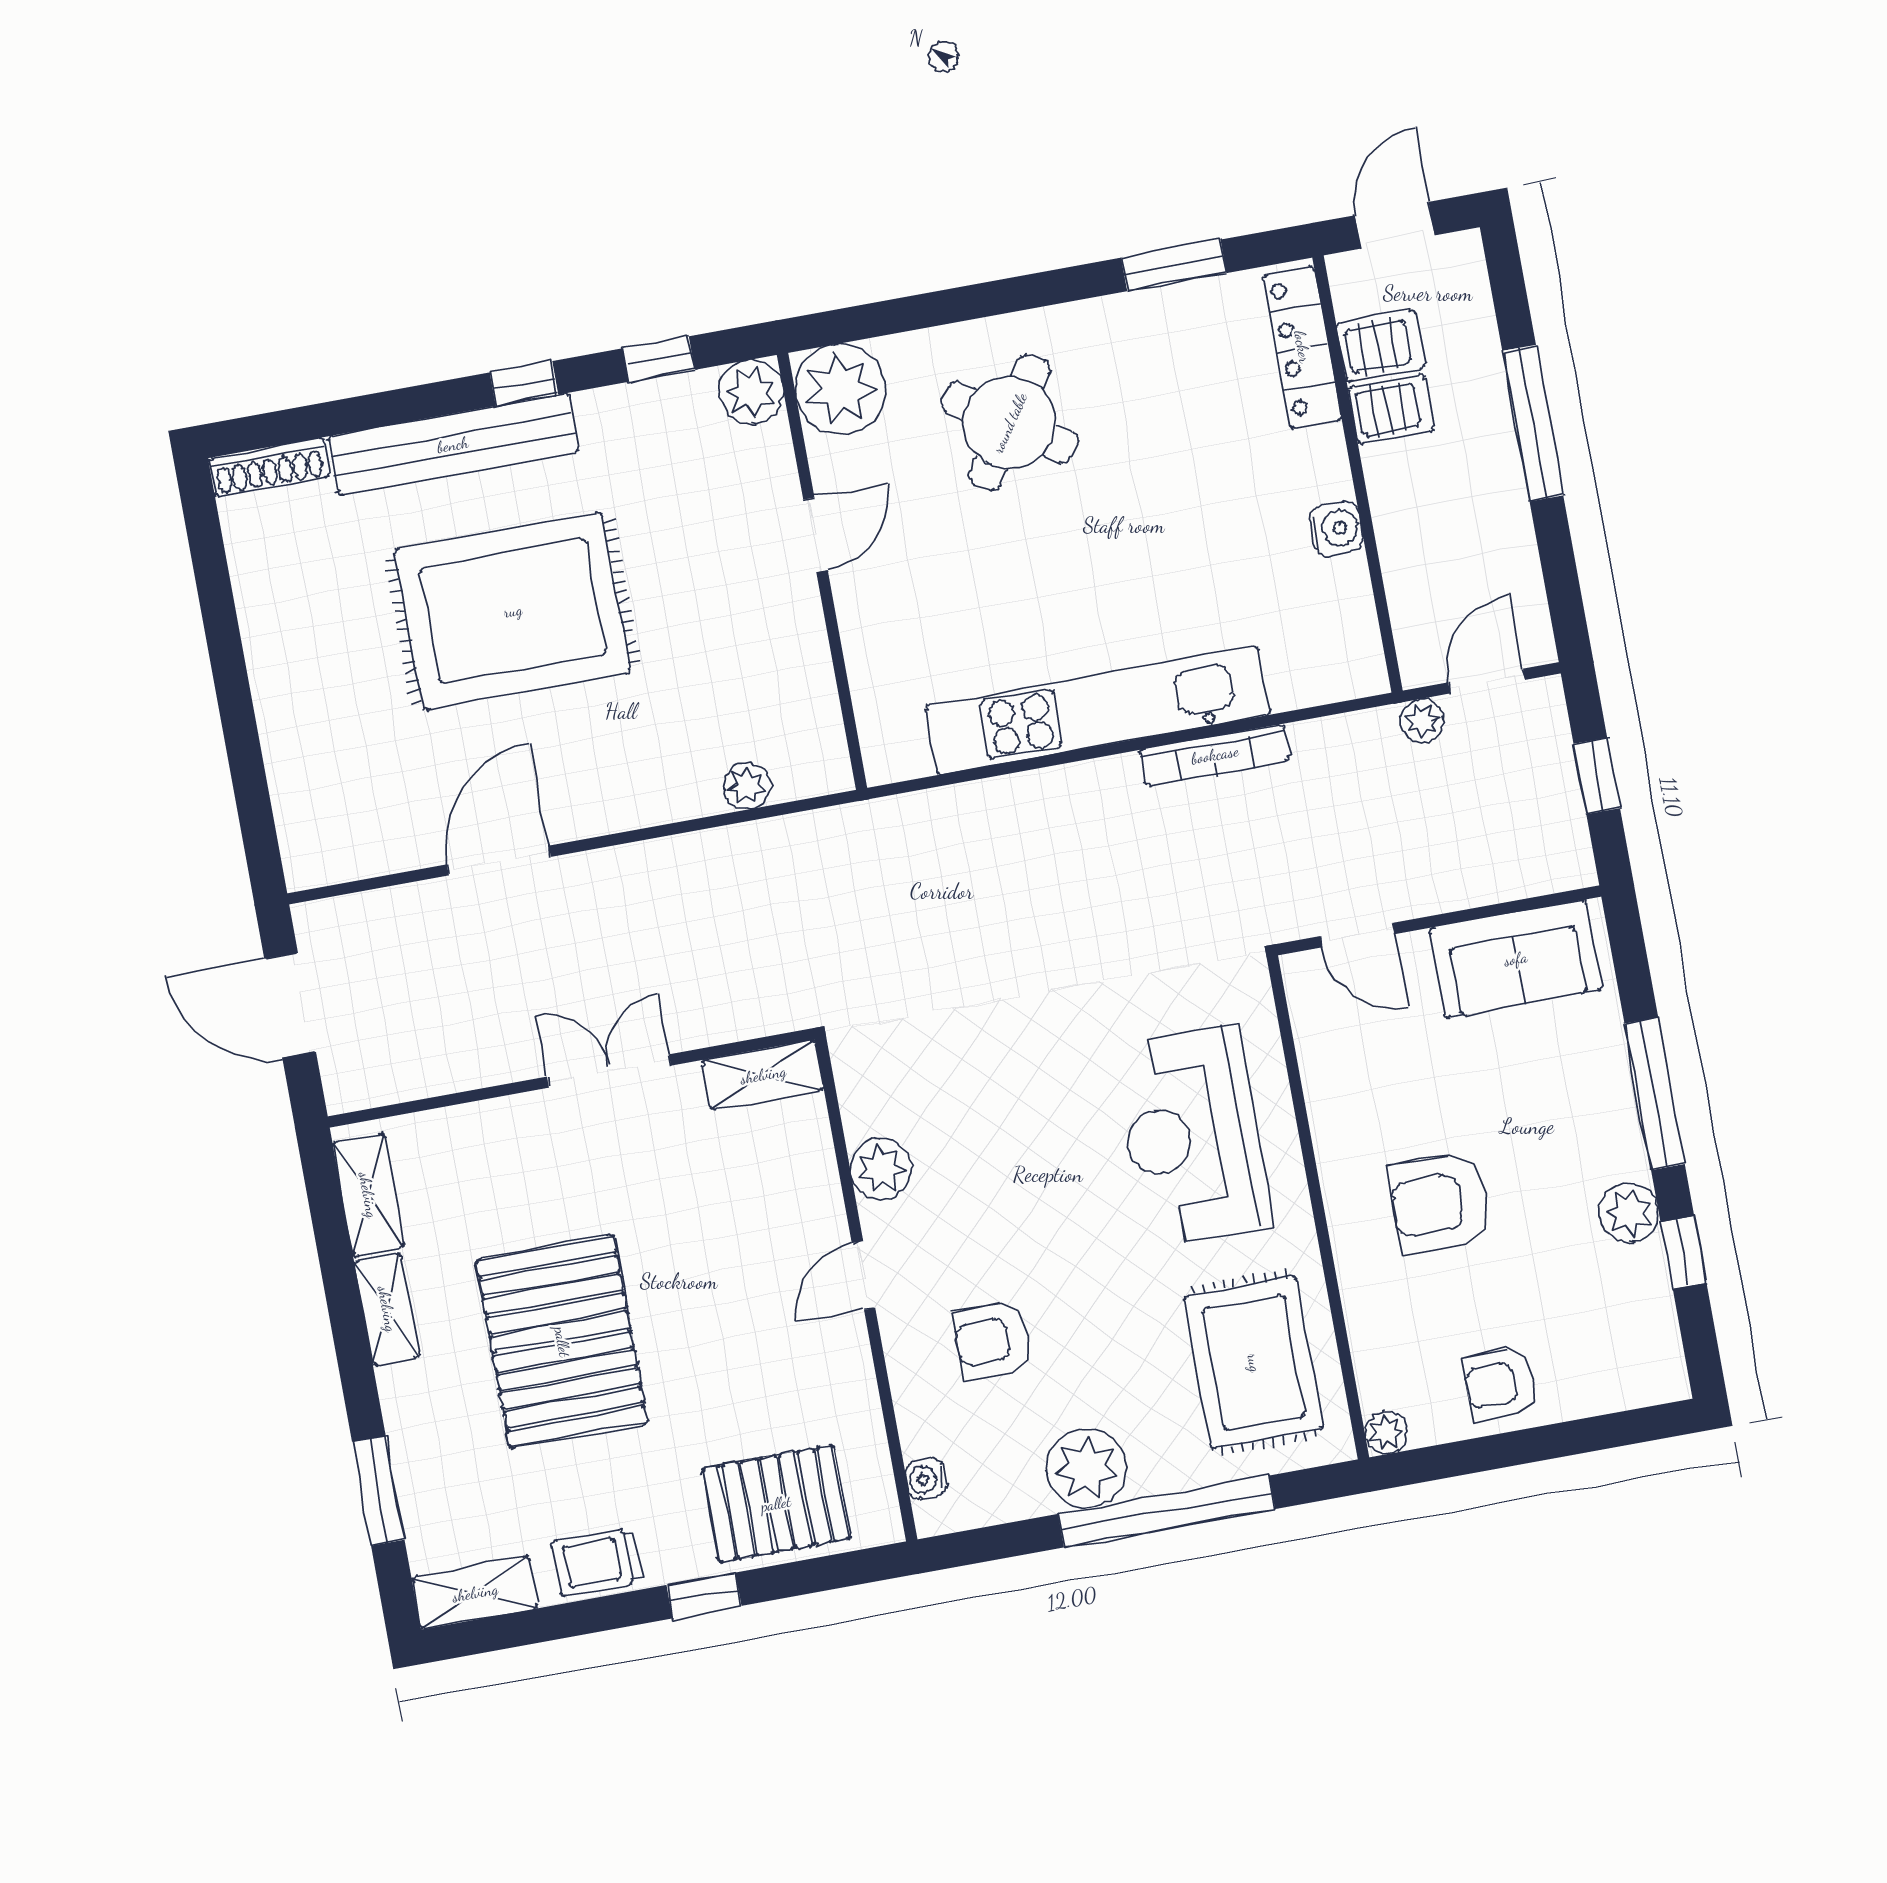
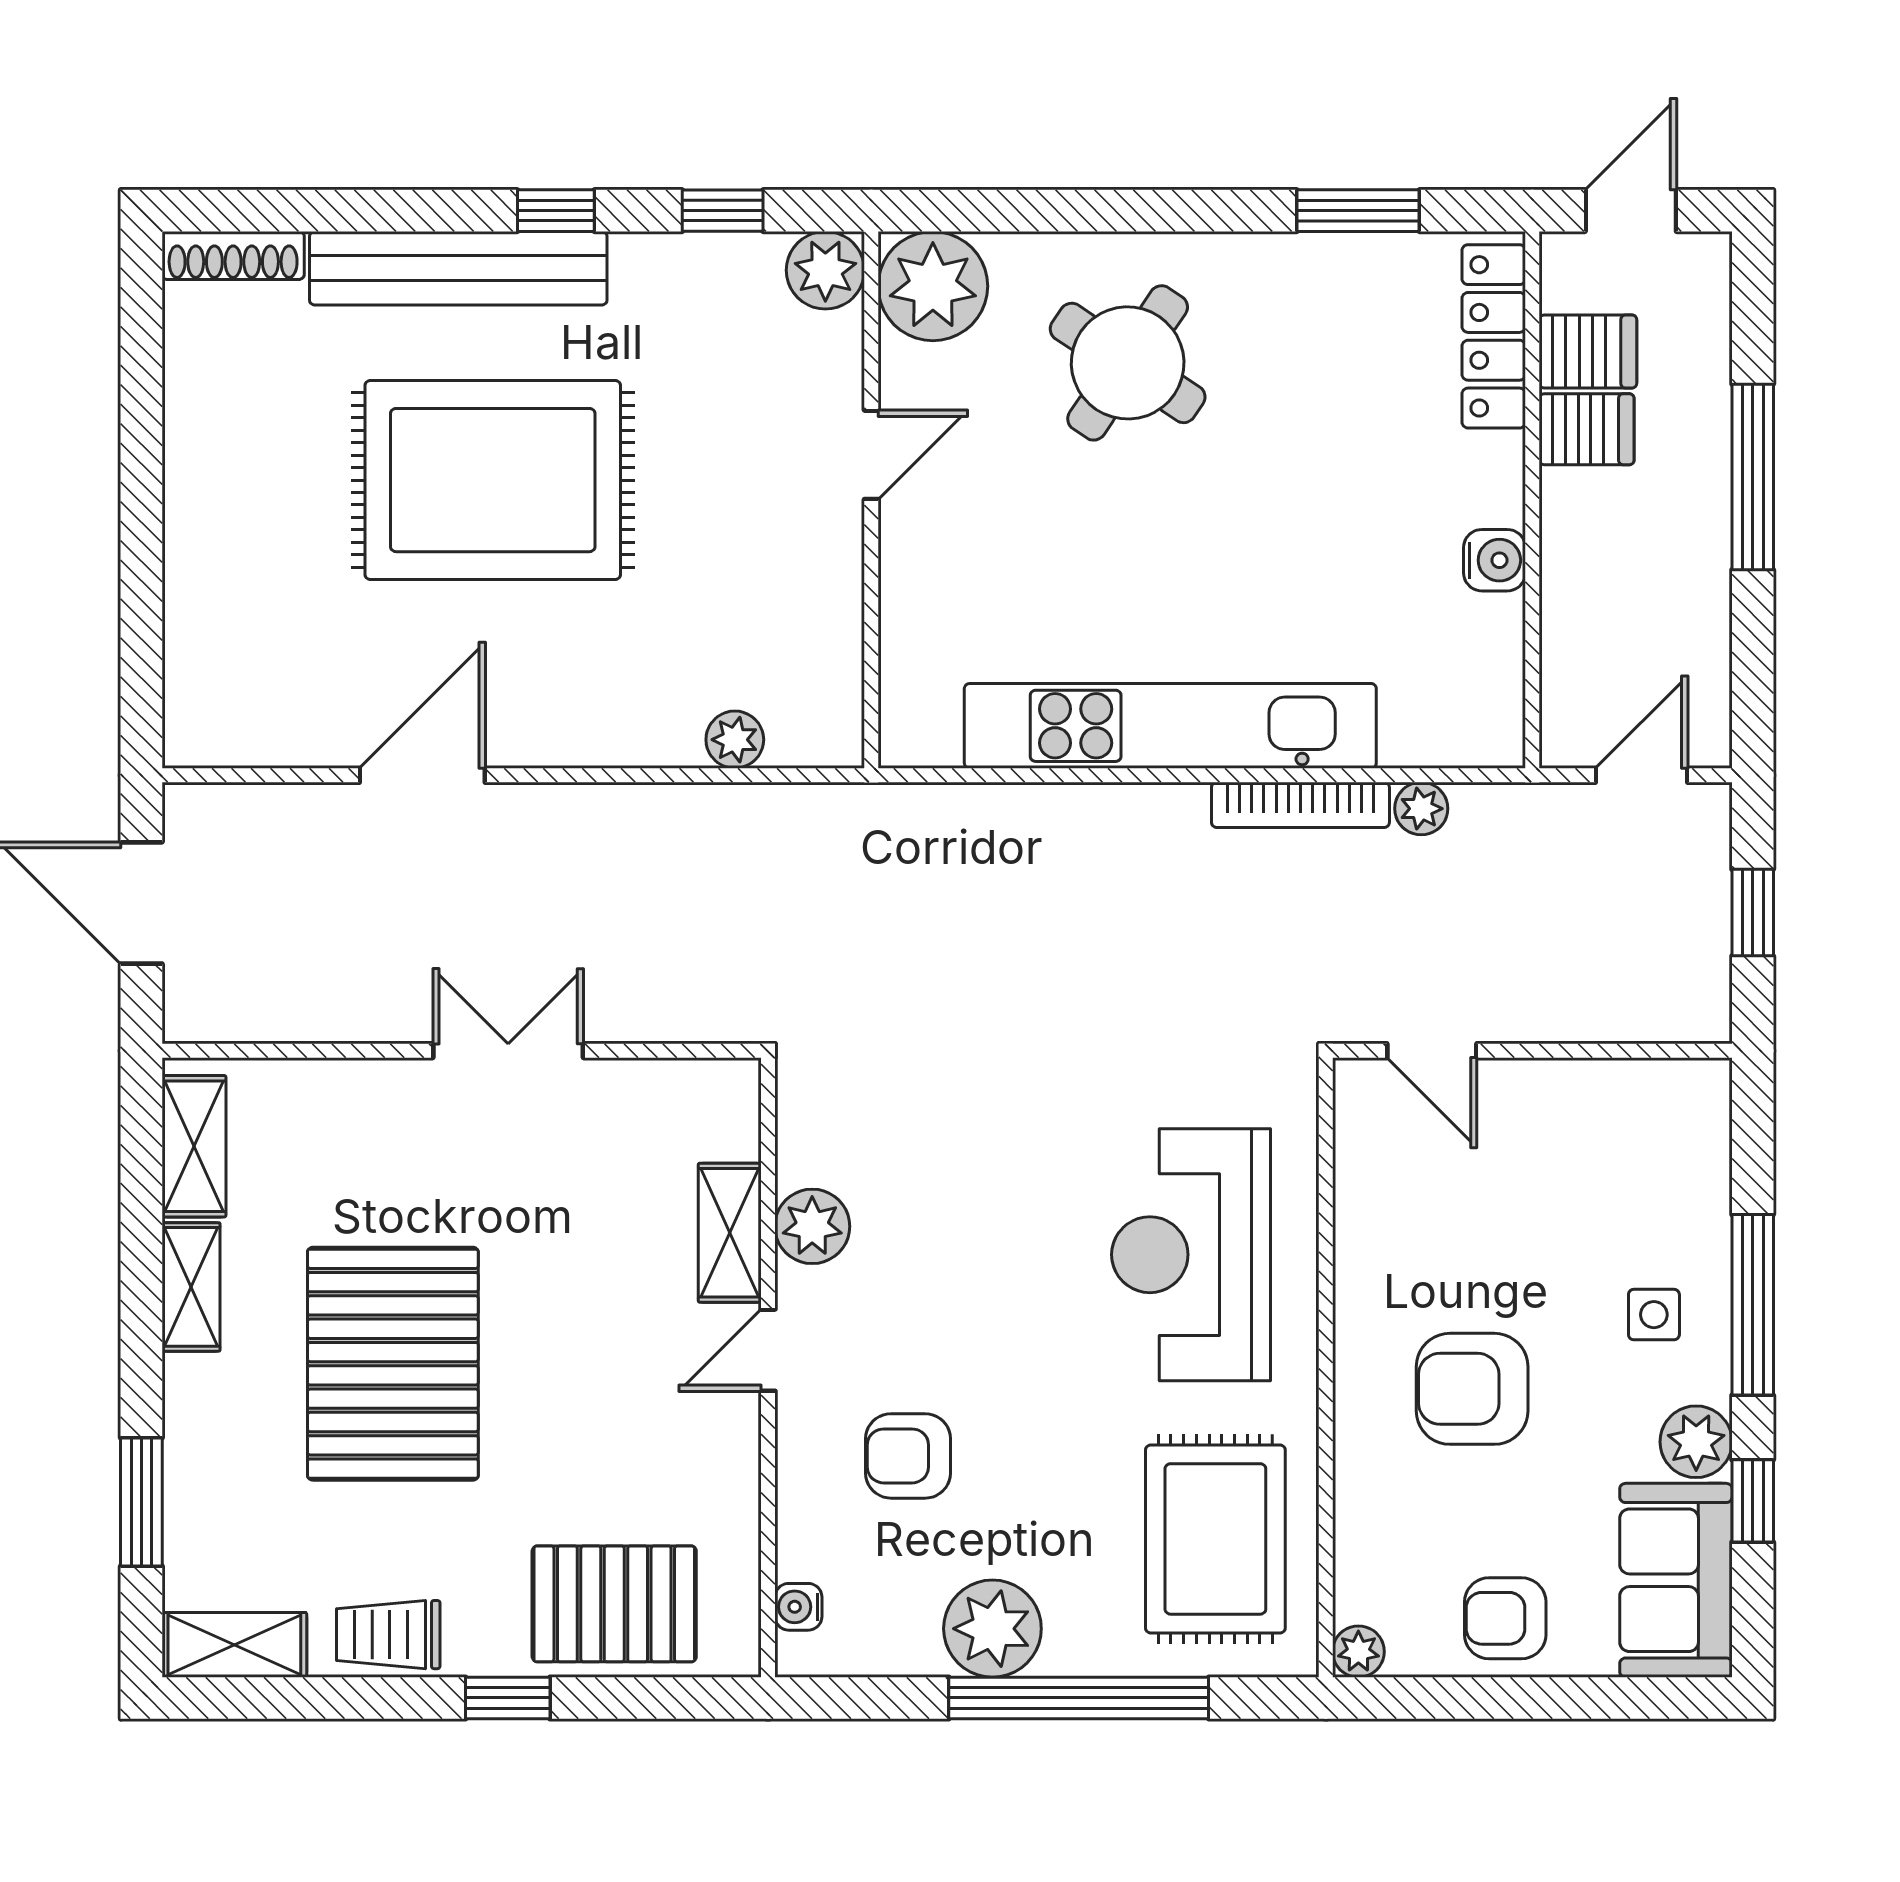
plant: (1422, 721) -> (1421, 809), moved
sofa: (1516, 959) -> (1676, 1580), moved, turned 90
shelving: (763, 1075) -> (730, 1233), moved, turned 90
side table: (1576, 1116) -> (1654, 1315), added

